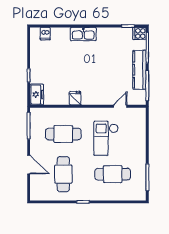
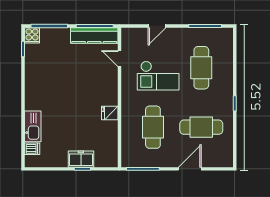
kitchen sink: (83, 34) -> (33, 126), moved
kitchen counter: (139, 70) -> (94, 35), moved
freezer: (37, 94) -> (81, 159), moved
door: (147, 137) -> (157, 26), added

